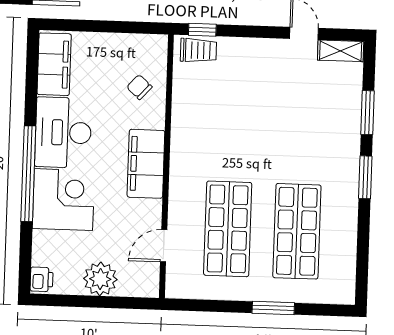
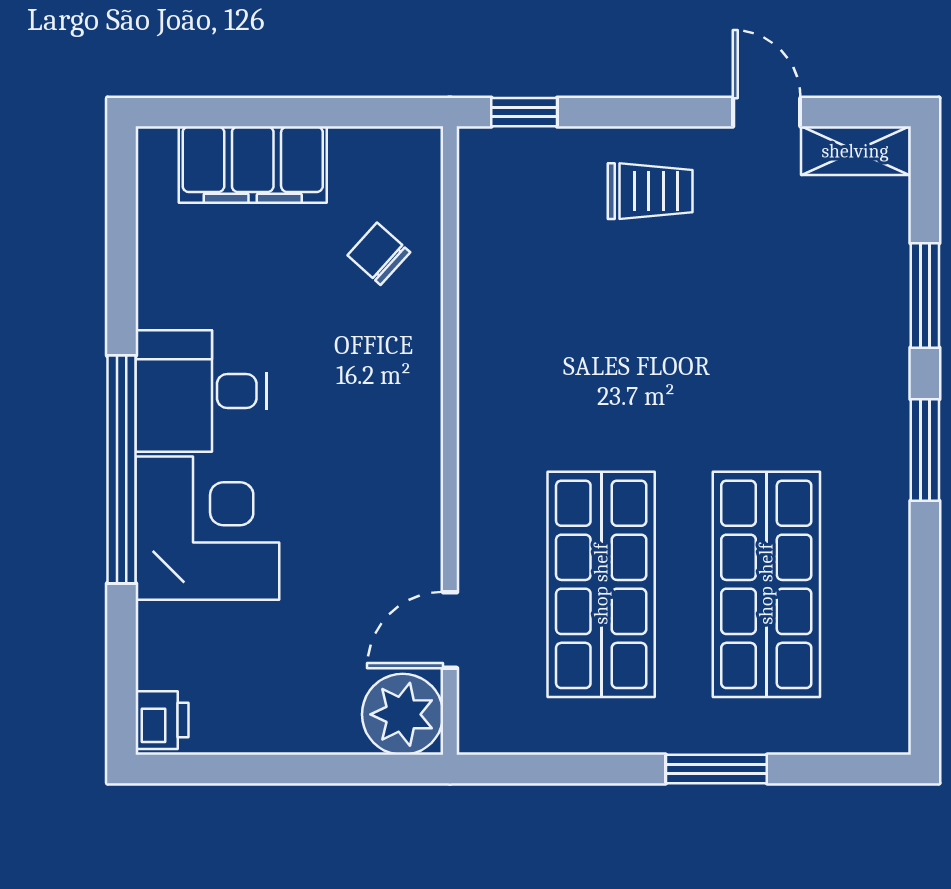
trolley: (198, 50) -> (650, 191), moved
filing cabinet: (54, 64) -> (253, 165), moved, turned 90
desk: (63, 132) -> (201, 391), width x0.73
filing cabinet: (146, 164) -> (401, 436), removed
plant: (100, 279) -> (403, 714), moved

